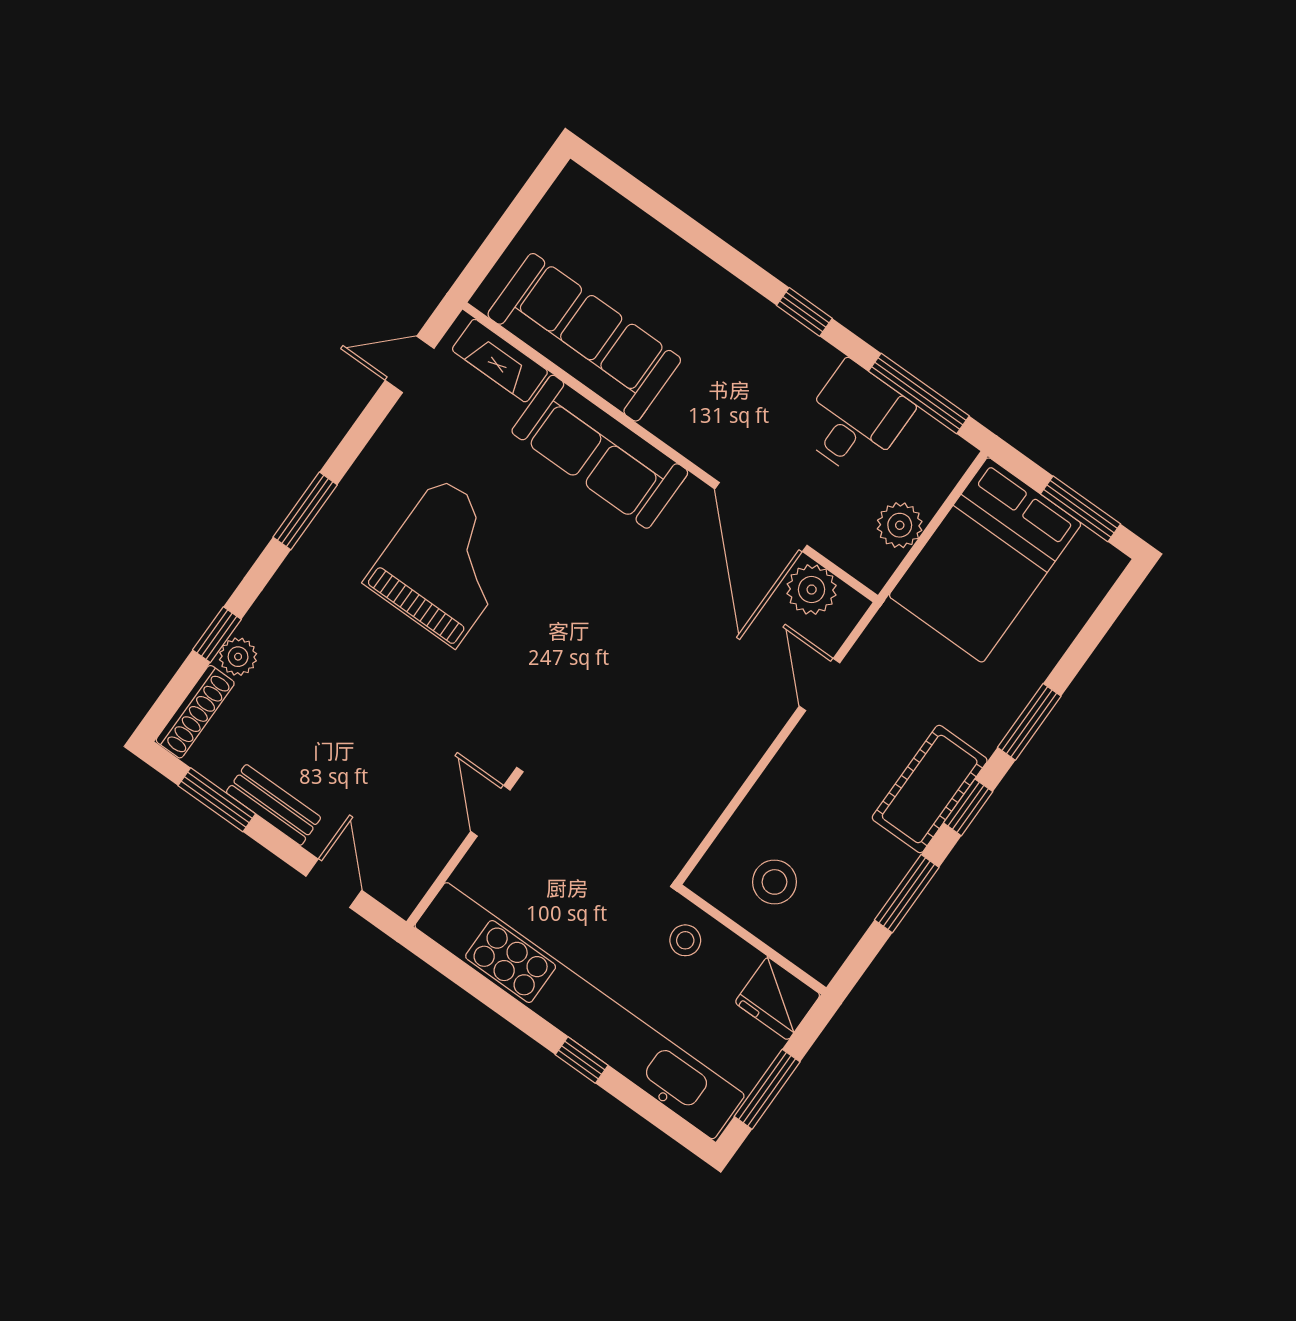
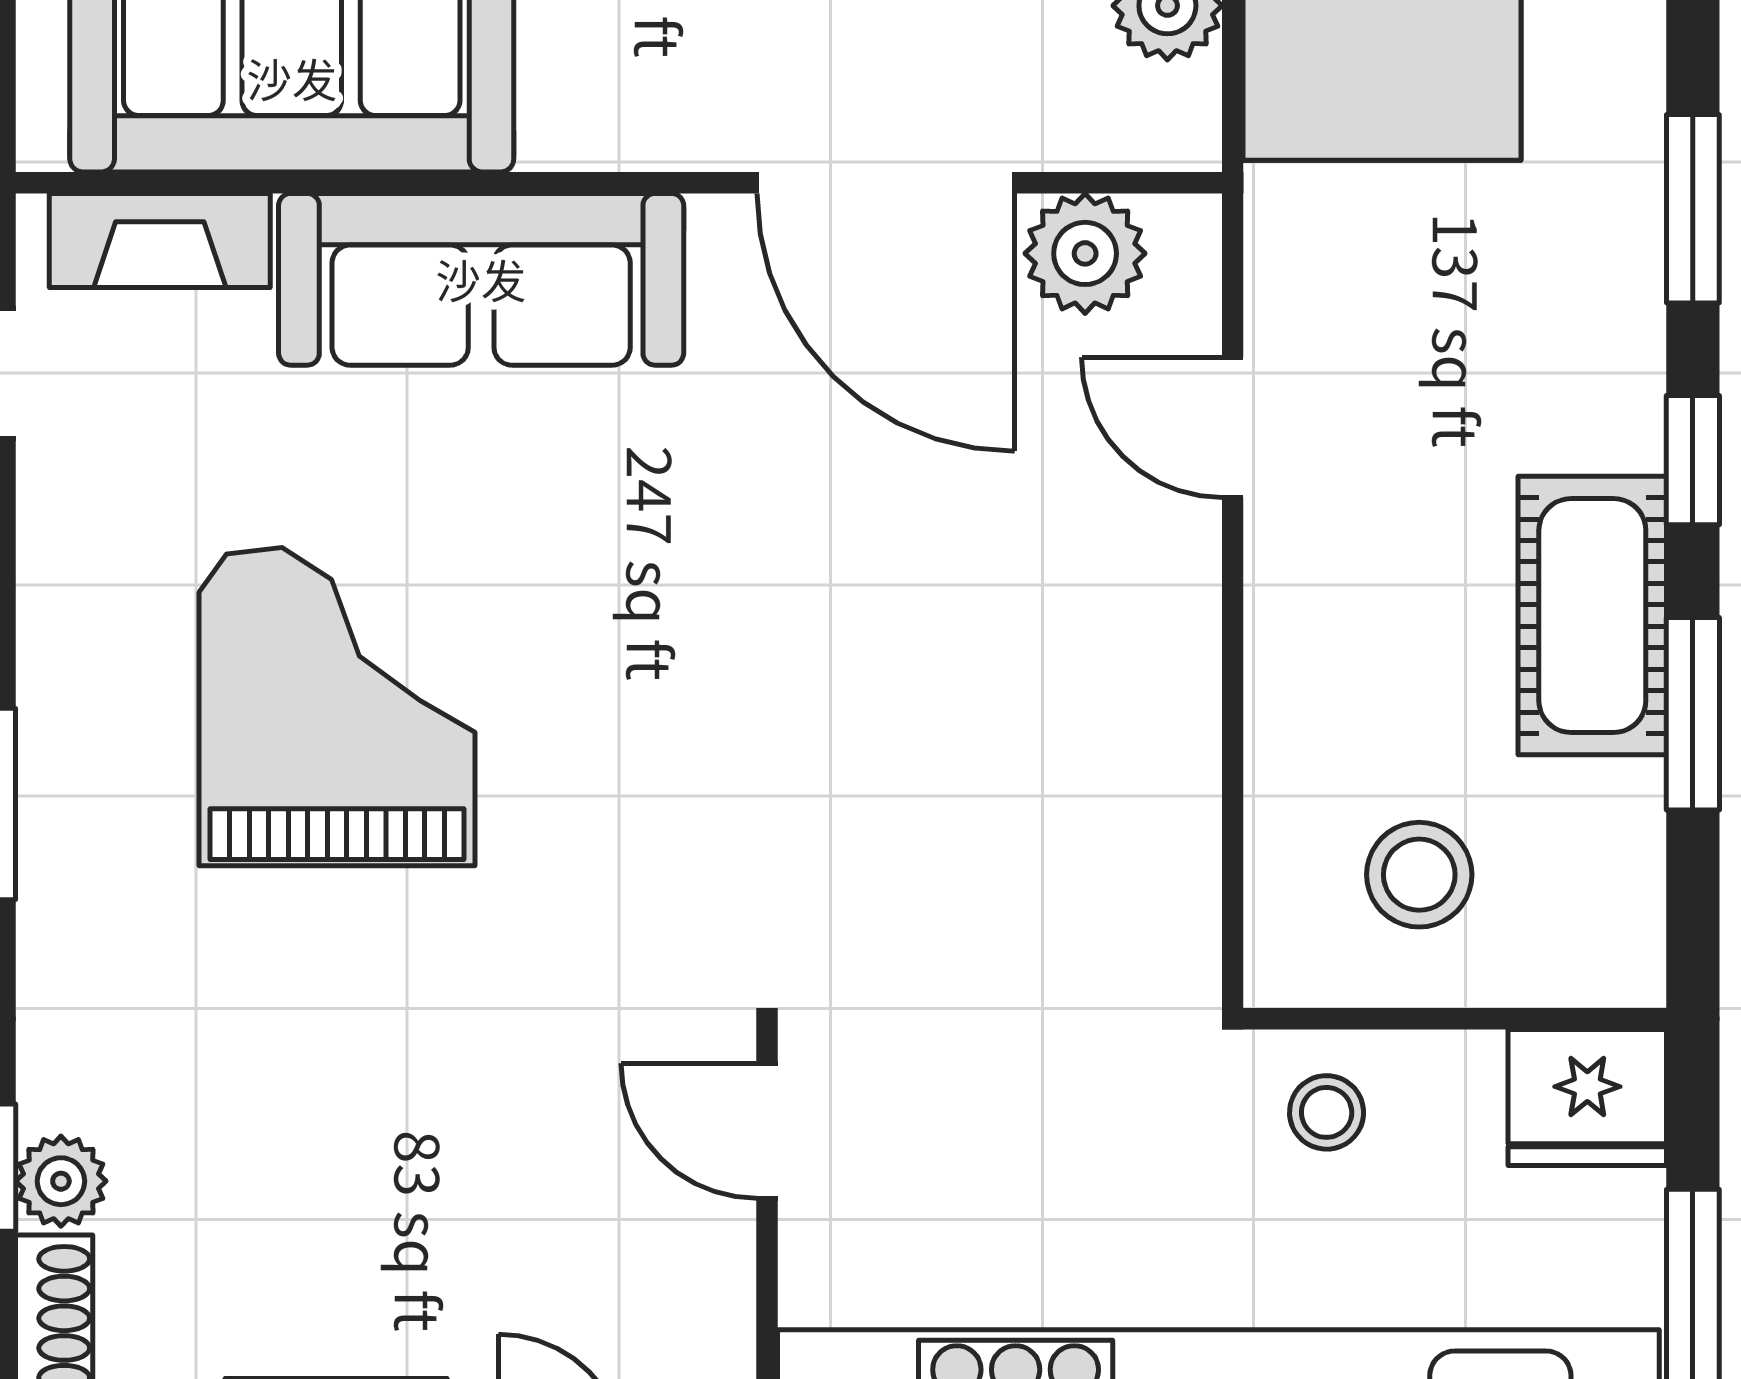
cot: (930, 789) -> (1592, 616), moved

